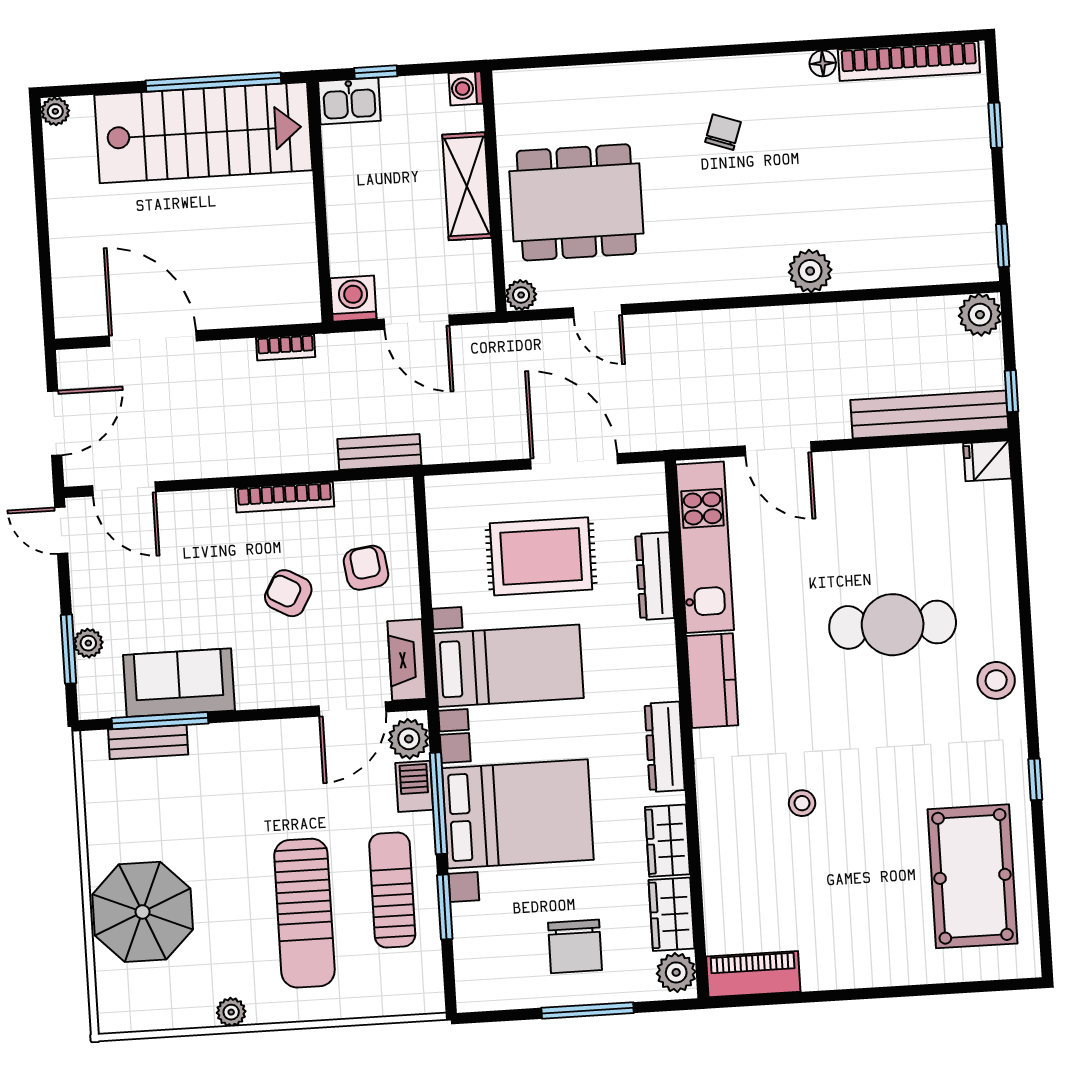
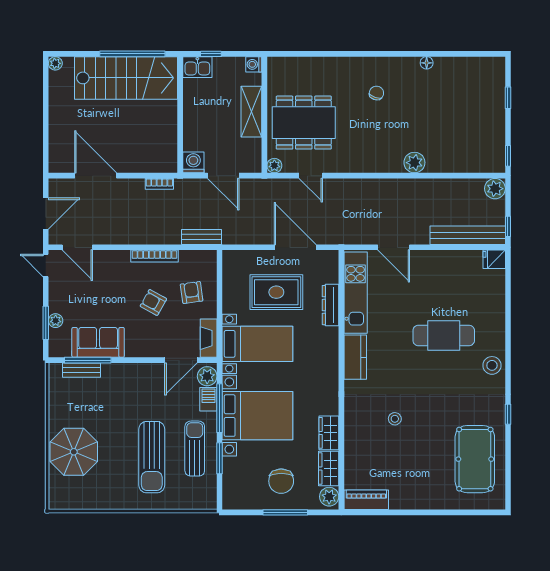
bookcase: (909, 61) -> (468, 64), removed
dresser: (665, 747) -> (330, 388), removed
plant: (231, 1012) -> (114, 503), removed

